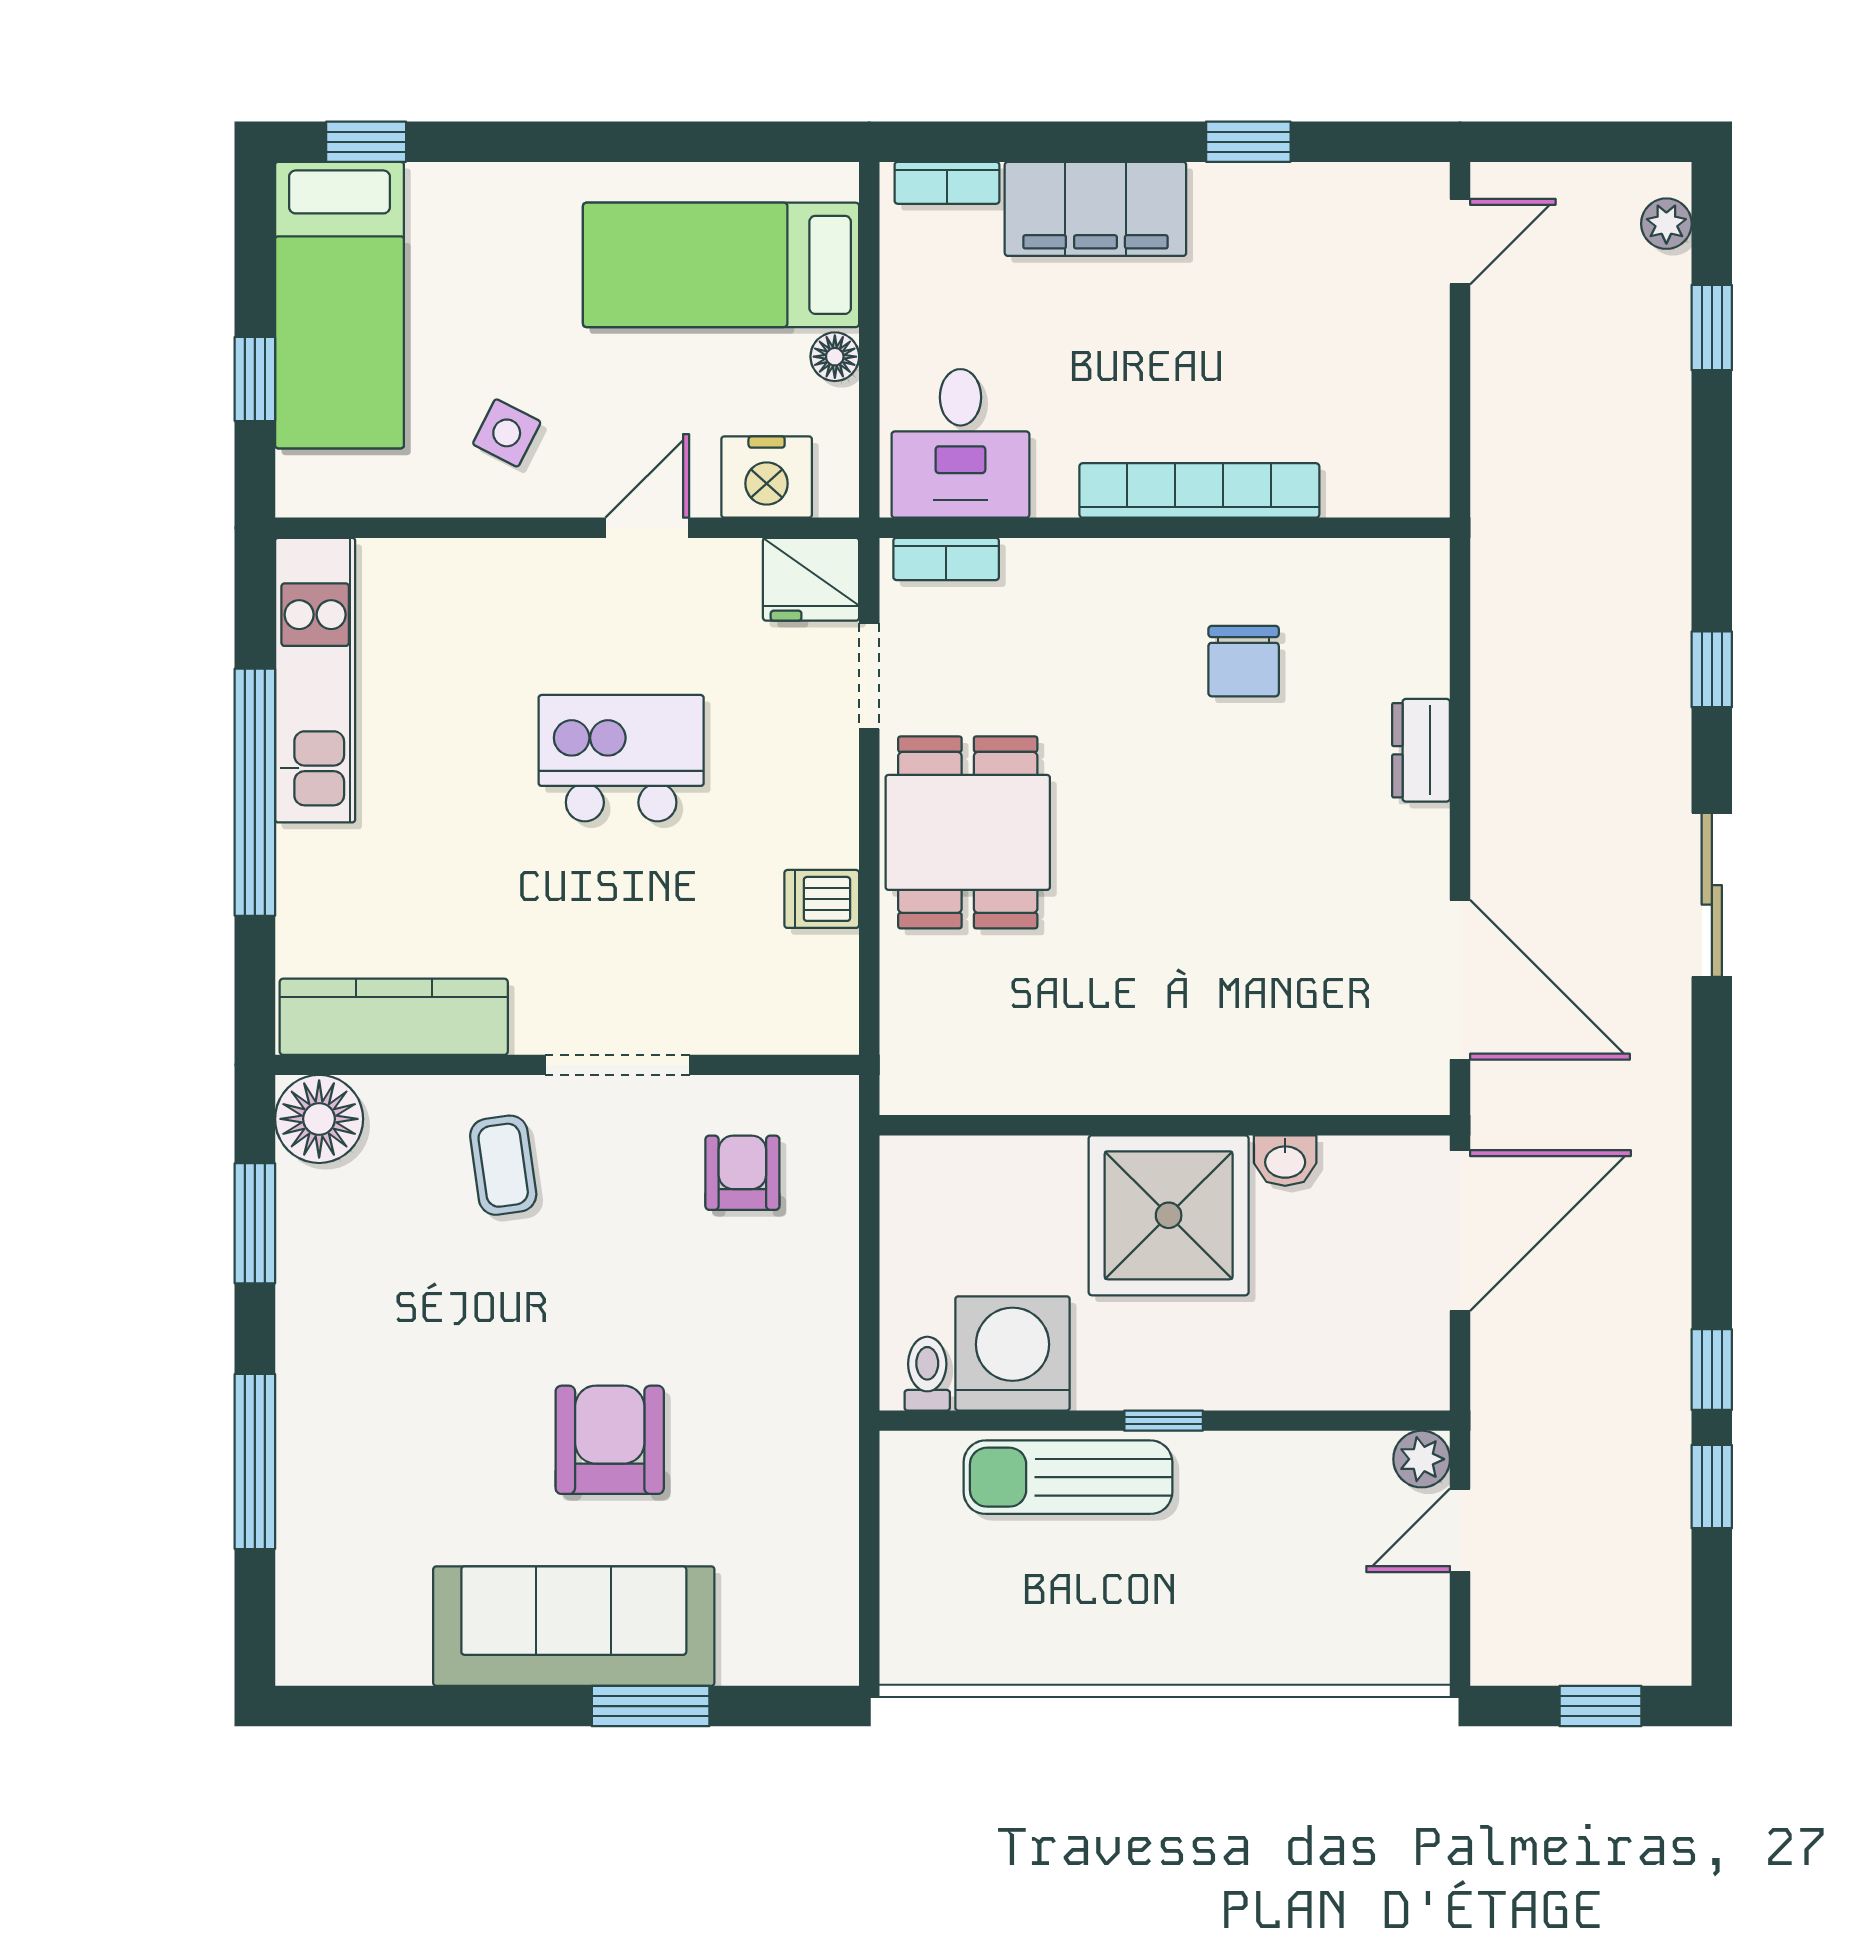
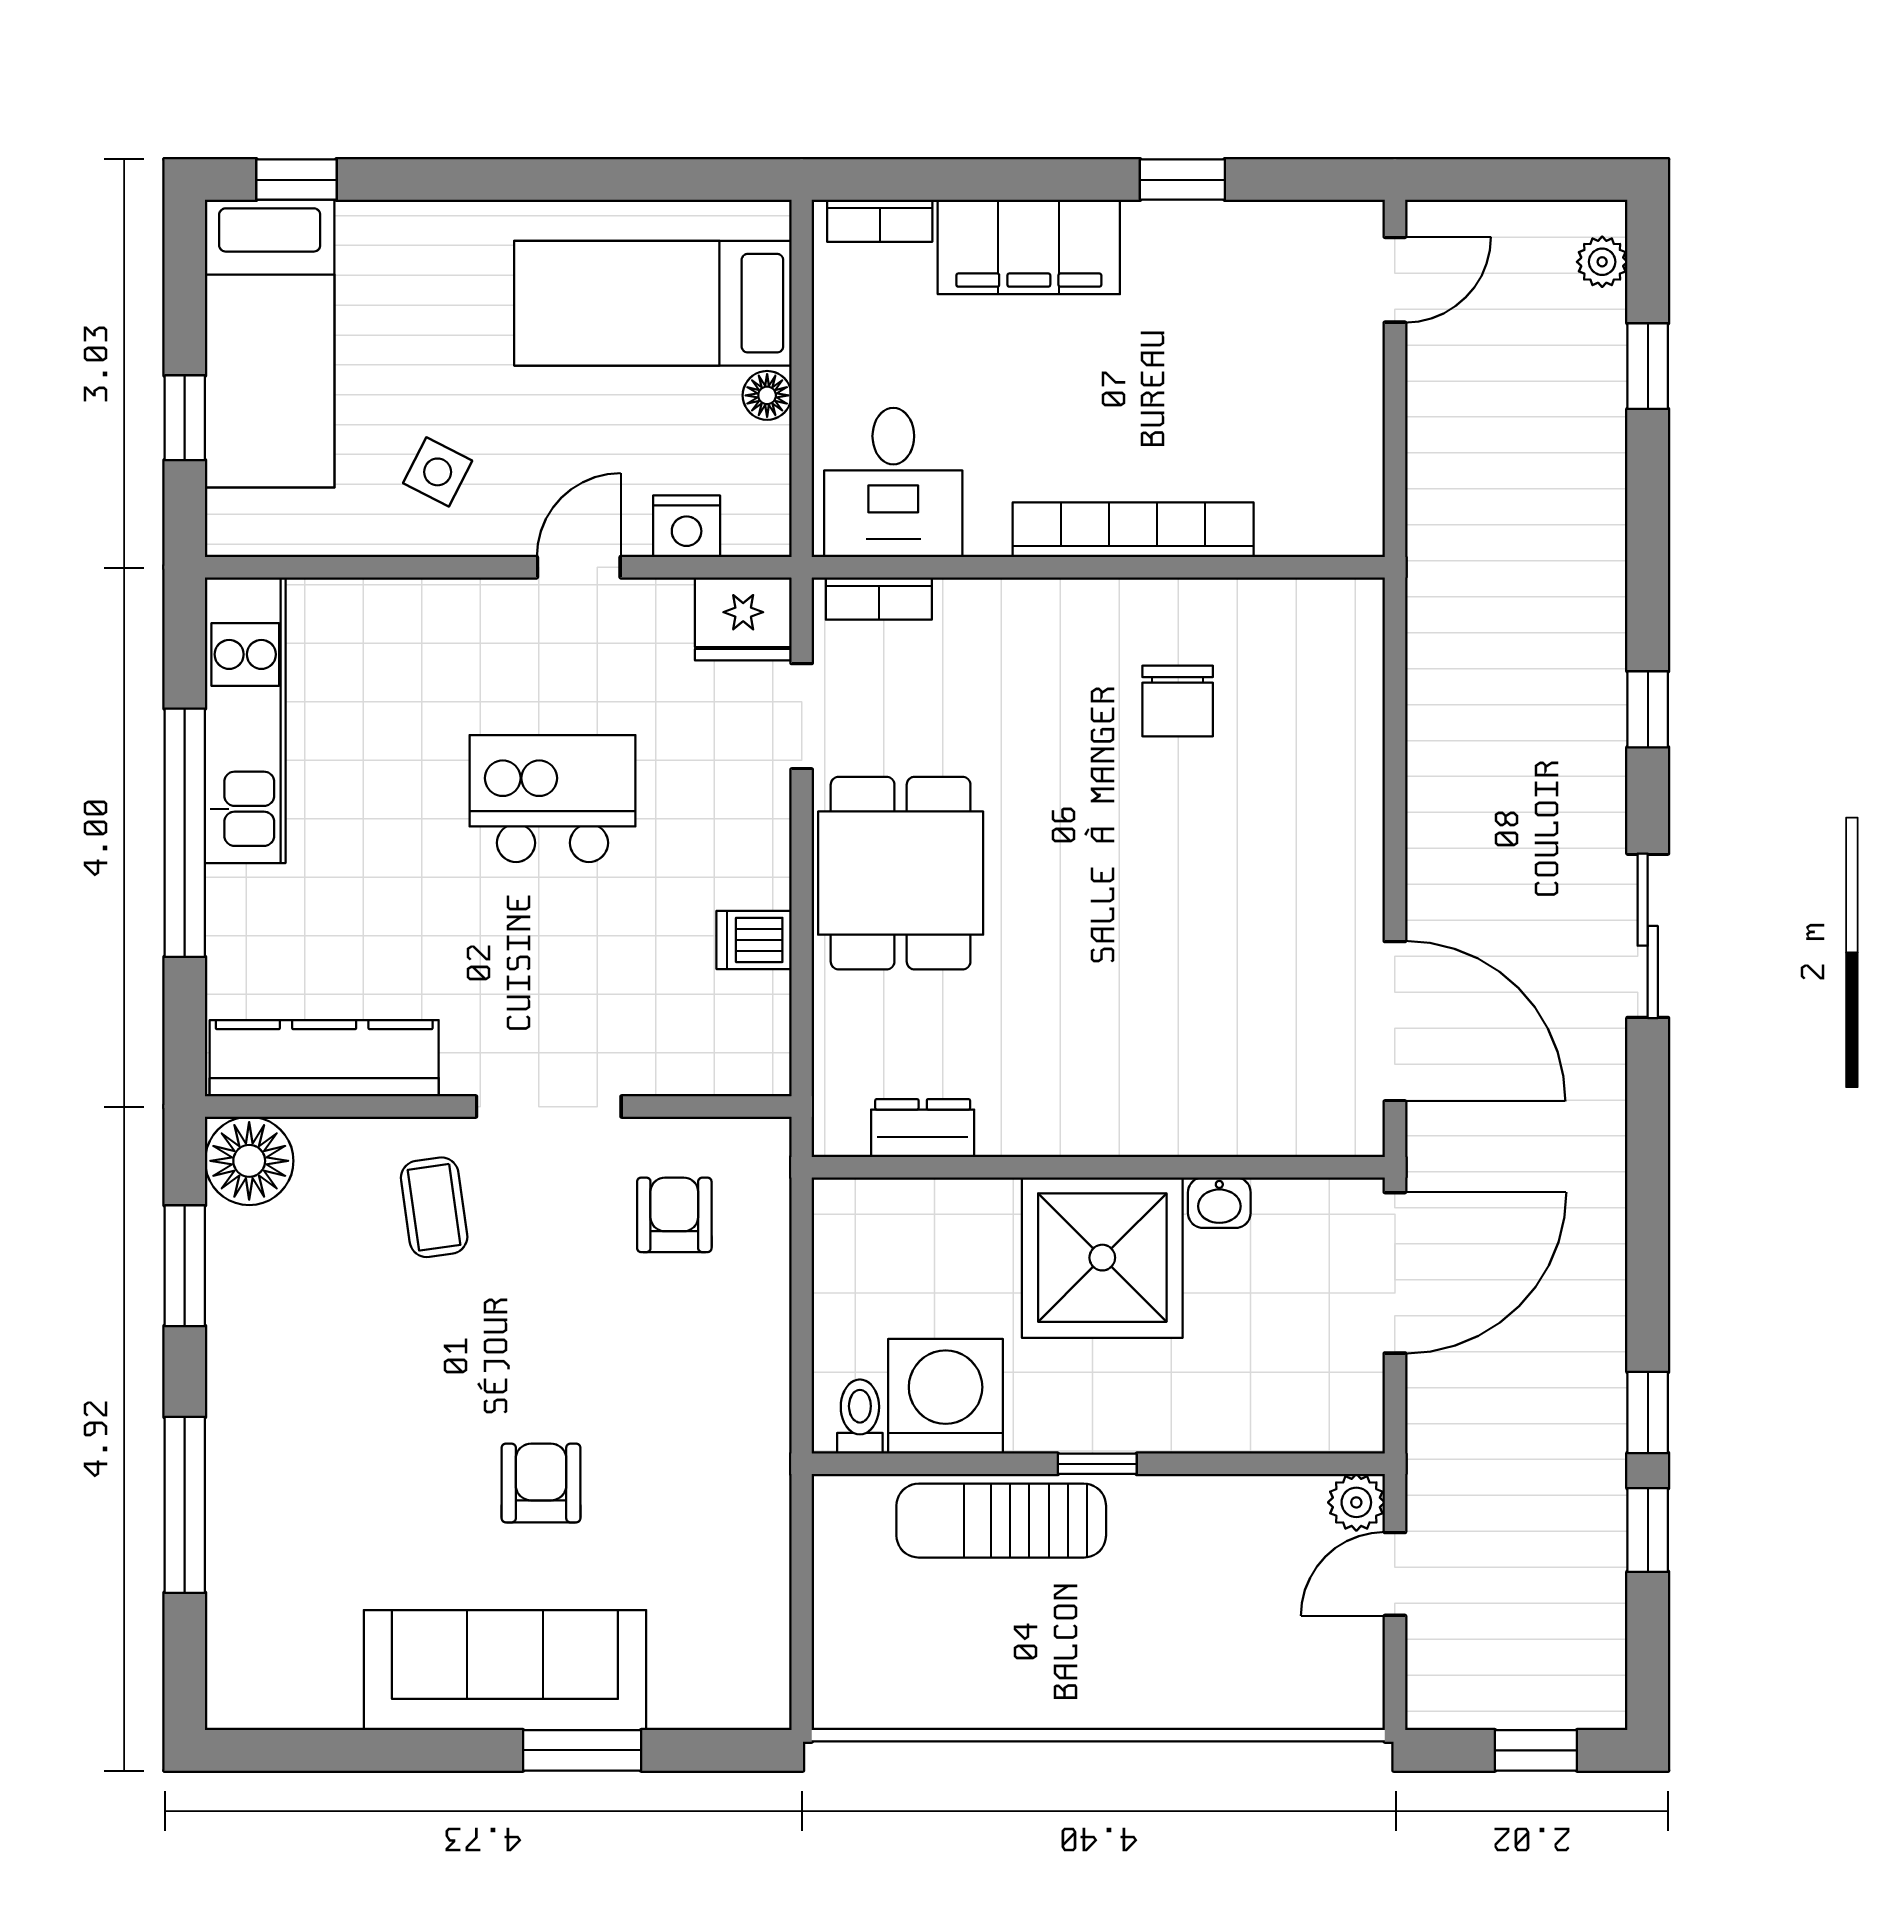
nightstand: (767, 477) -> (687, 526), width x0.74, depth x0.75
dresser: (1421, 750) -> (923, 1128), moved, turned 90
armchair: (610, 1440) -> (541, 1483), width x0.72, depth x0.72

